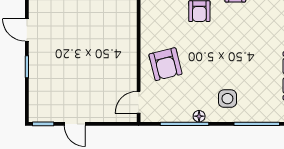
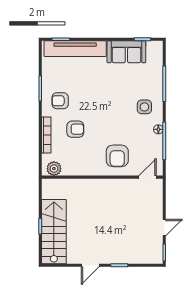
armchair: (165, 64) -> (117, 156), turned 104
door: (139, 102) -> (147, 177), swing flipped

